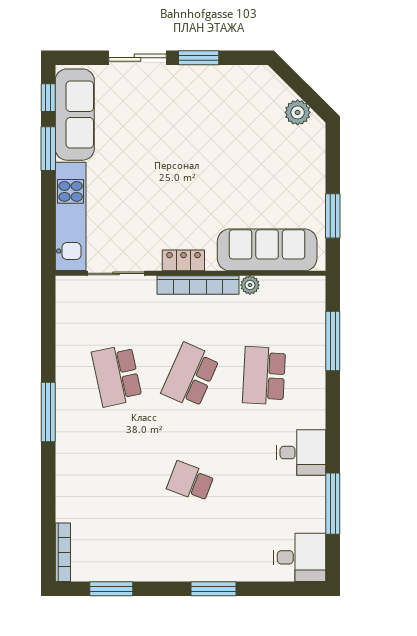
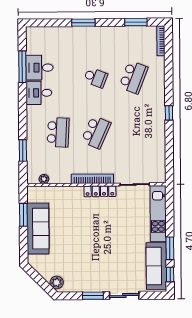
plant: (298, 112) -> (57, 283), moved
sofa: (267, 250) -> (38, 229), moved, turned -90
locker: (183, 260) -> (100, 191), width x1.53
plant: (250, 285) -> (44, 179), moved
window: (333, 341) -> (23, 150), width x0.69
school desk: (117, 376) -> (133, 77), moved, turned 33
window: (48, 412) -> (169, 113), width x0.46
desk: (299, 557) -> (39, 68), moved

